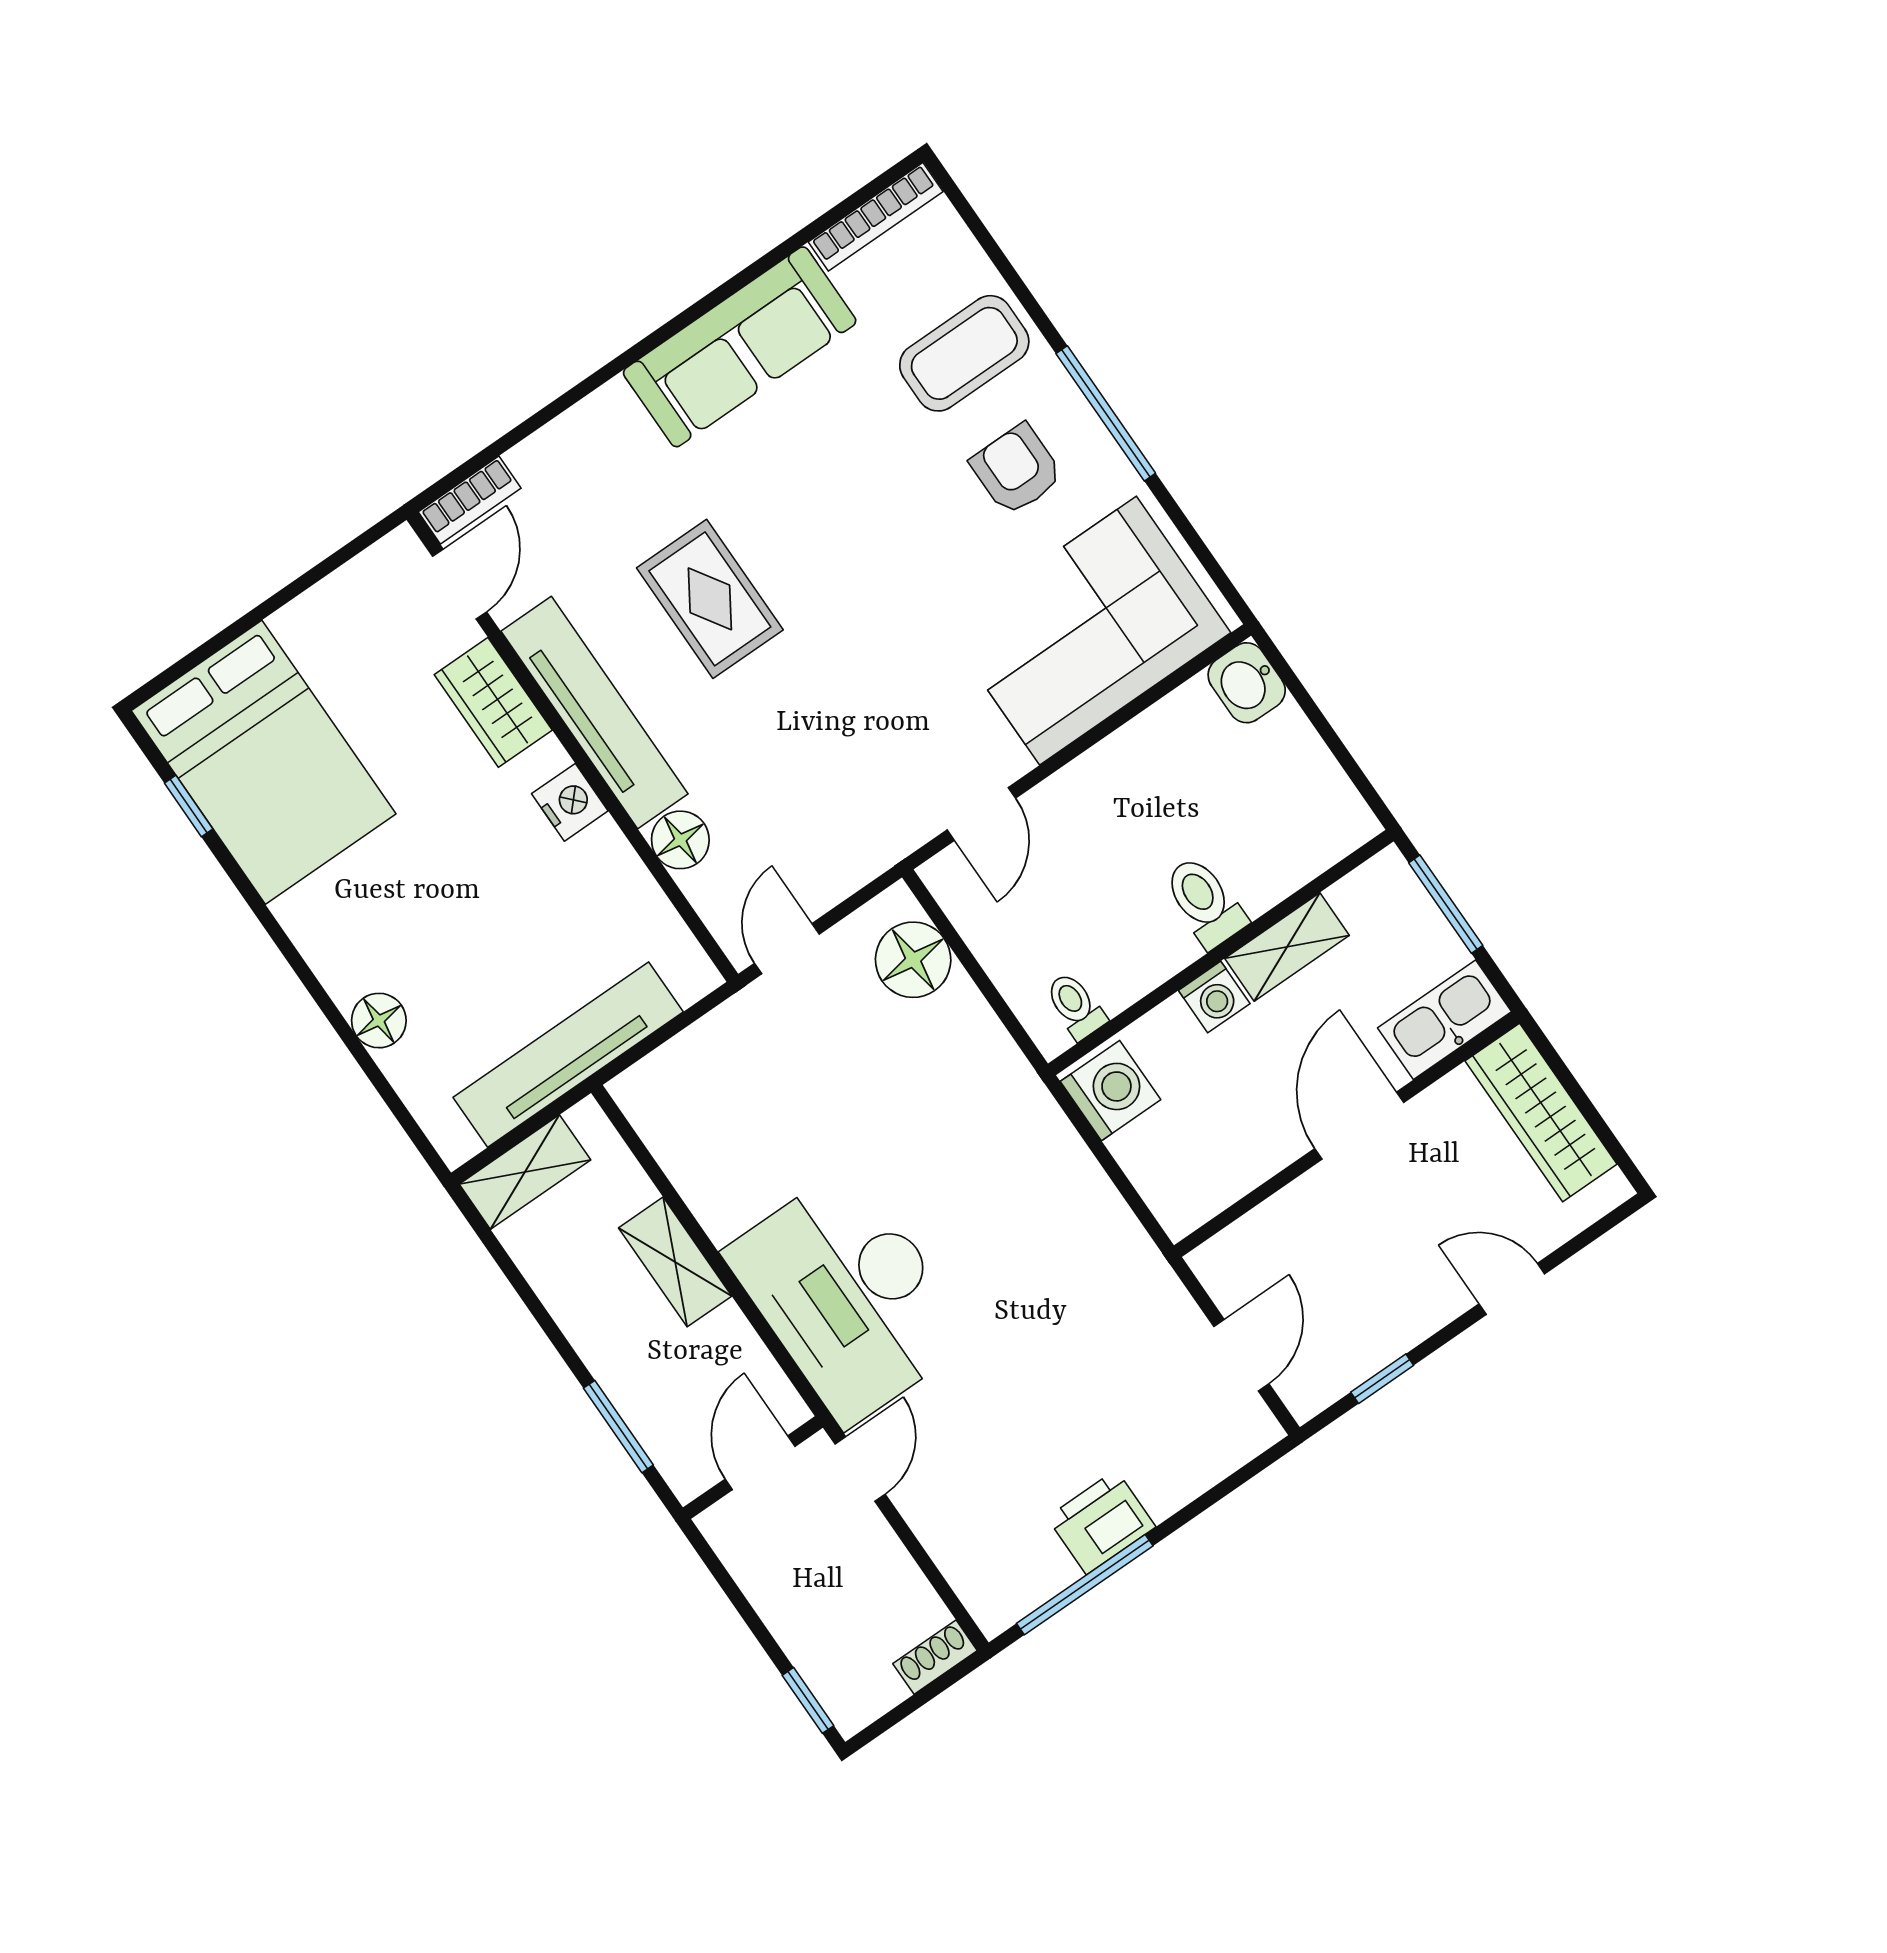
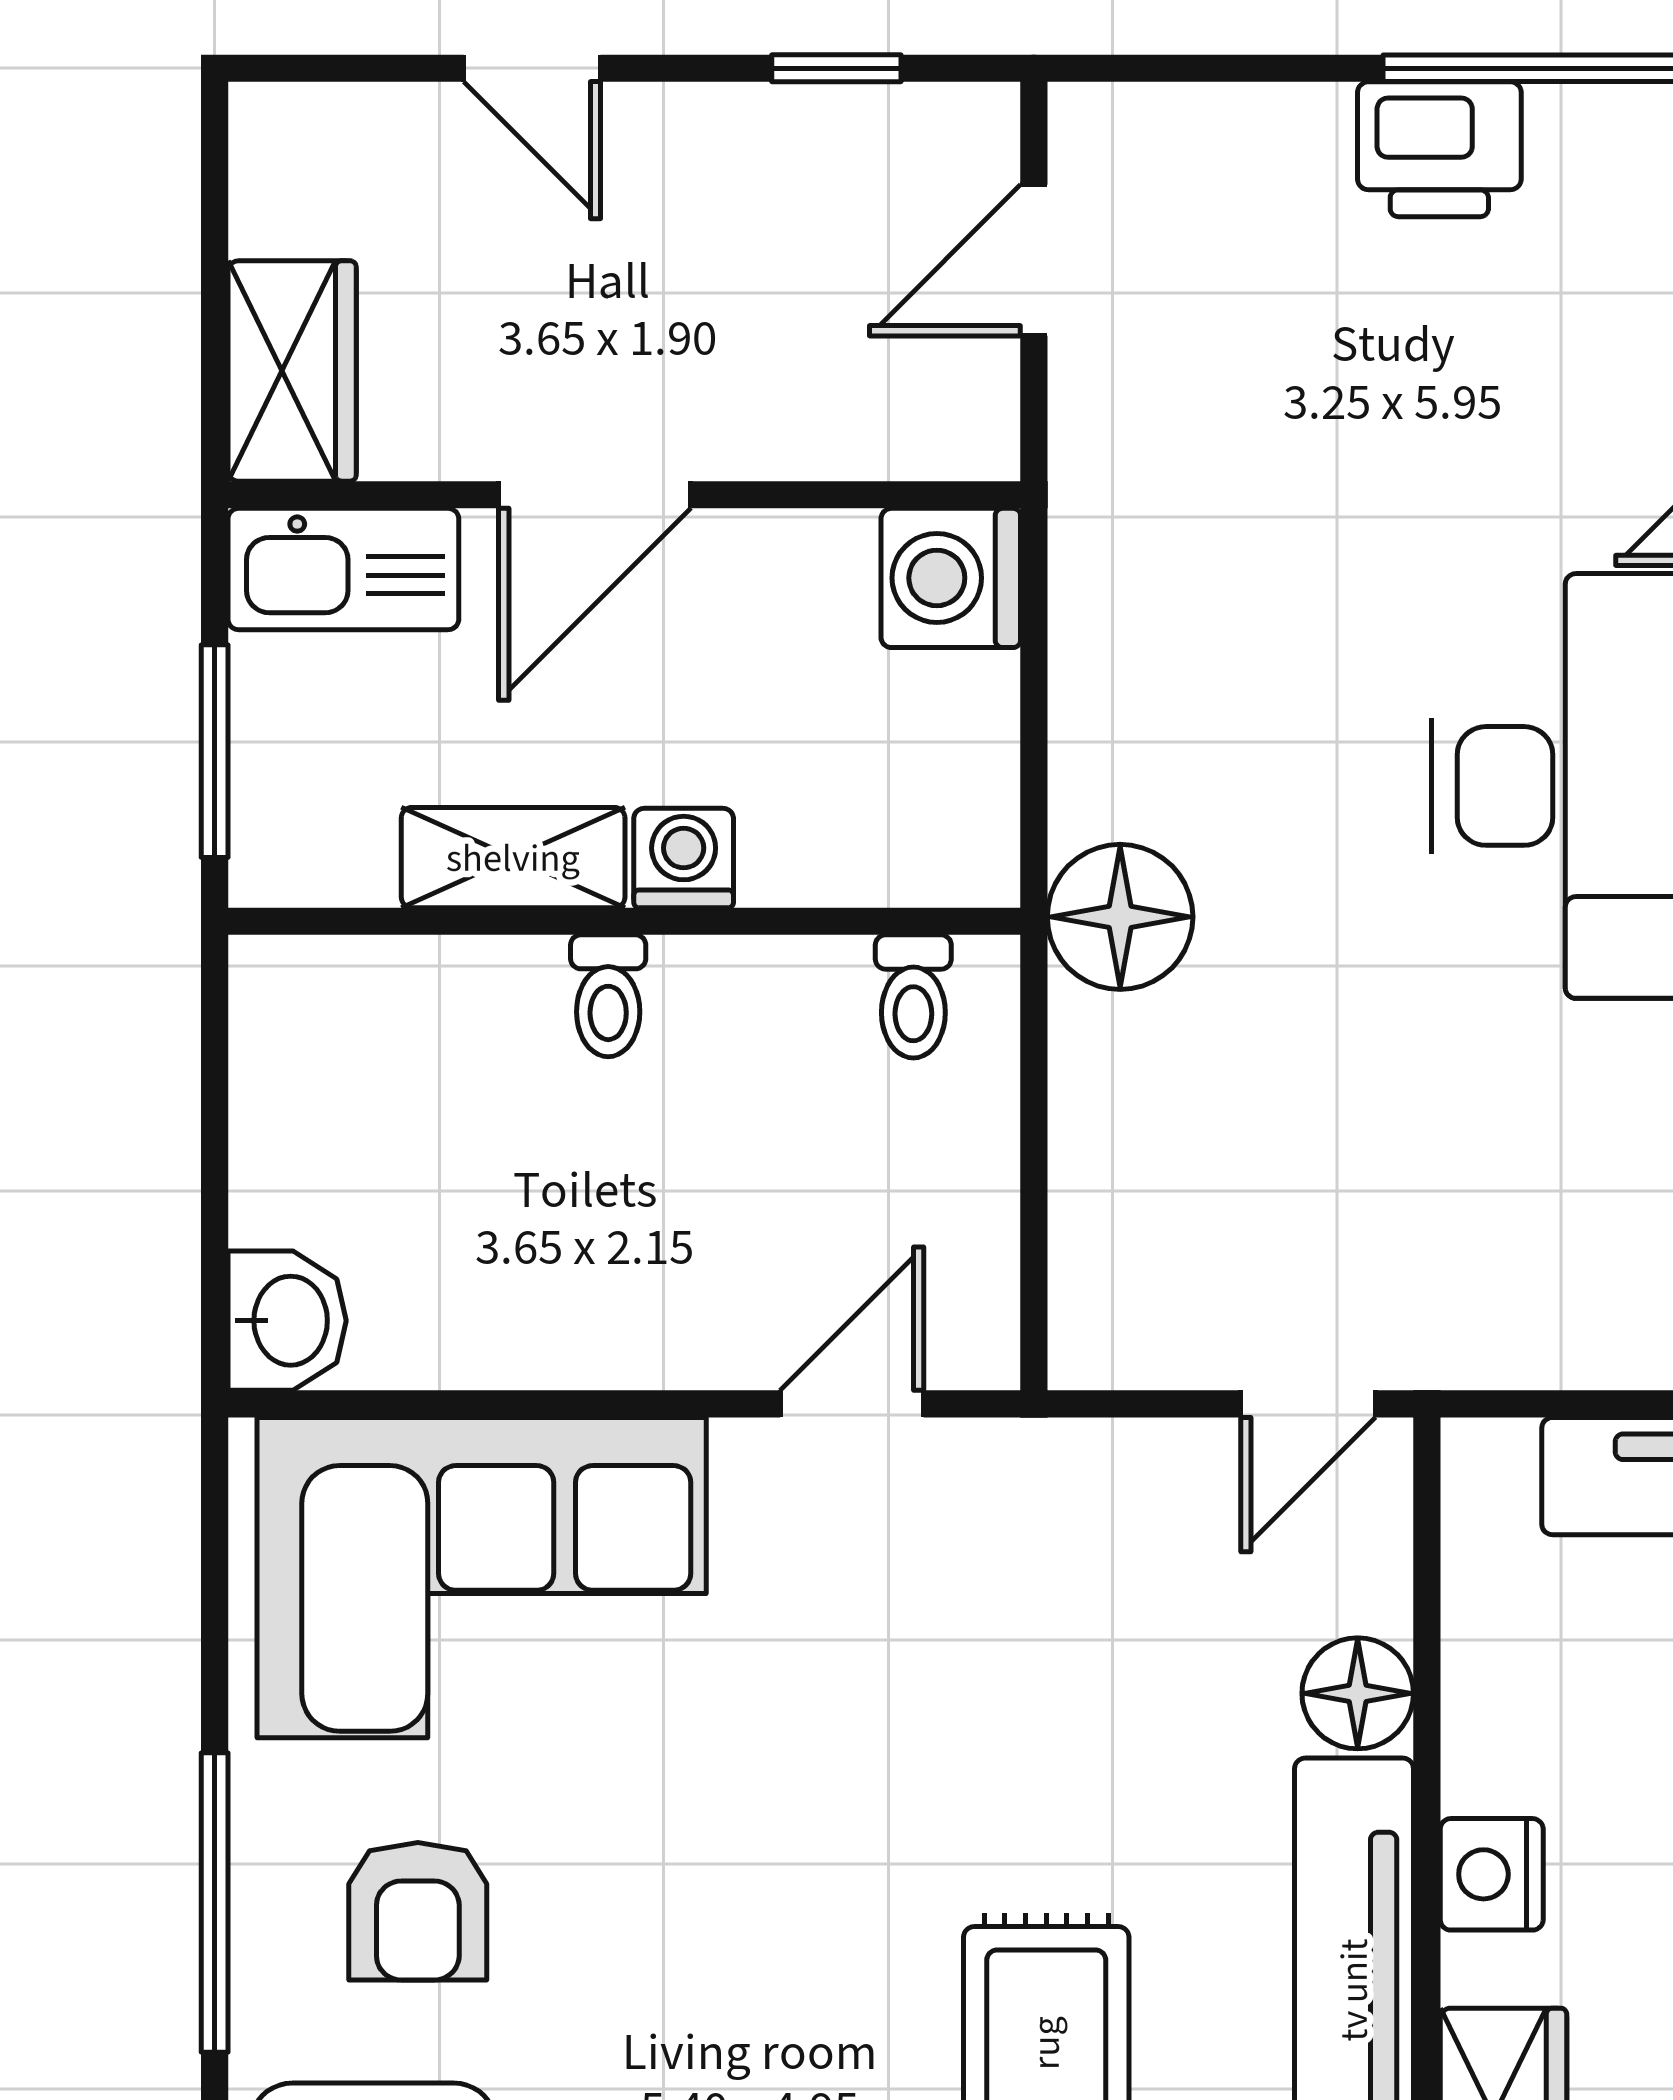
toilet: (1205, 902) -> (608, 996), width x0.73, depth x0.72
floor lamp: (913, 960) -> (1120, 917), moved
washing machine: (1111, 1091) -> (951, 578), moved
wardrobe: (1541, 1113) -> (292, 371), width x0.67

